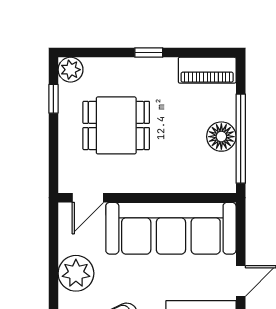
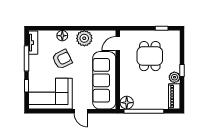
plant: (71, 70) -> (174, 77), moved
floor lamp: (221, 137) -> (127, 103), moved
door: (88, 198) -> (118, 44), hinge flipped

